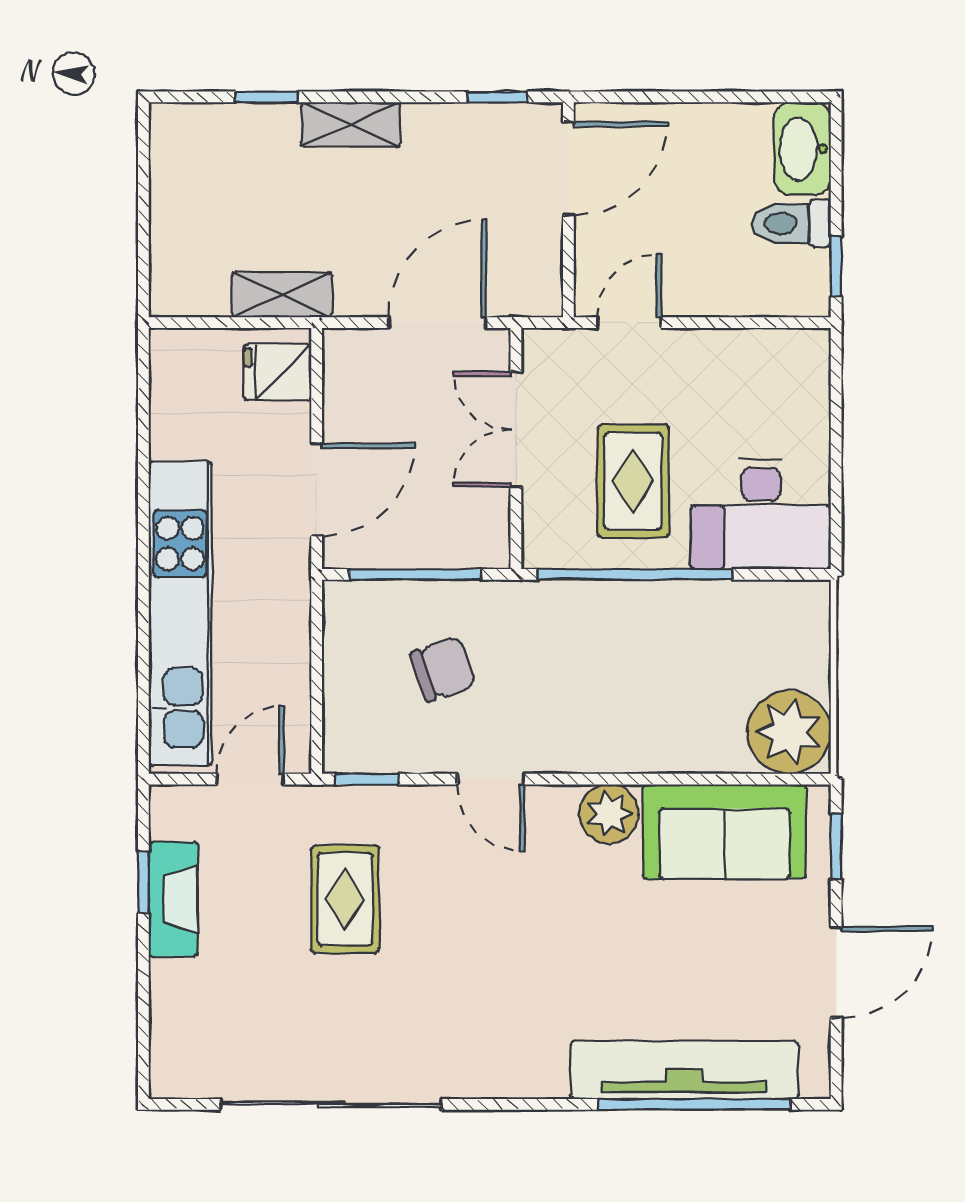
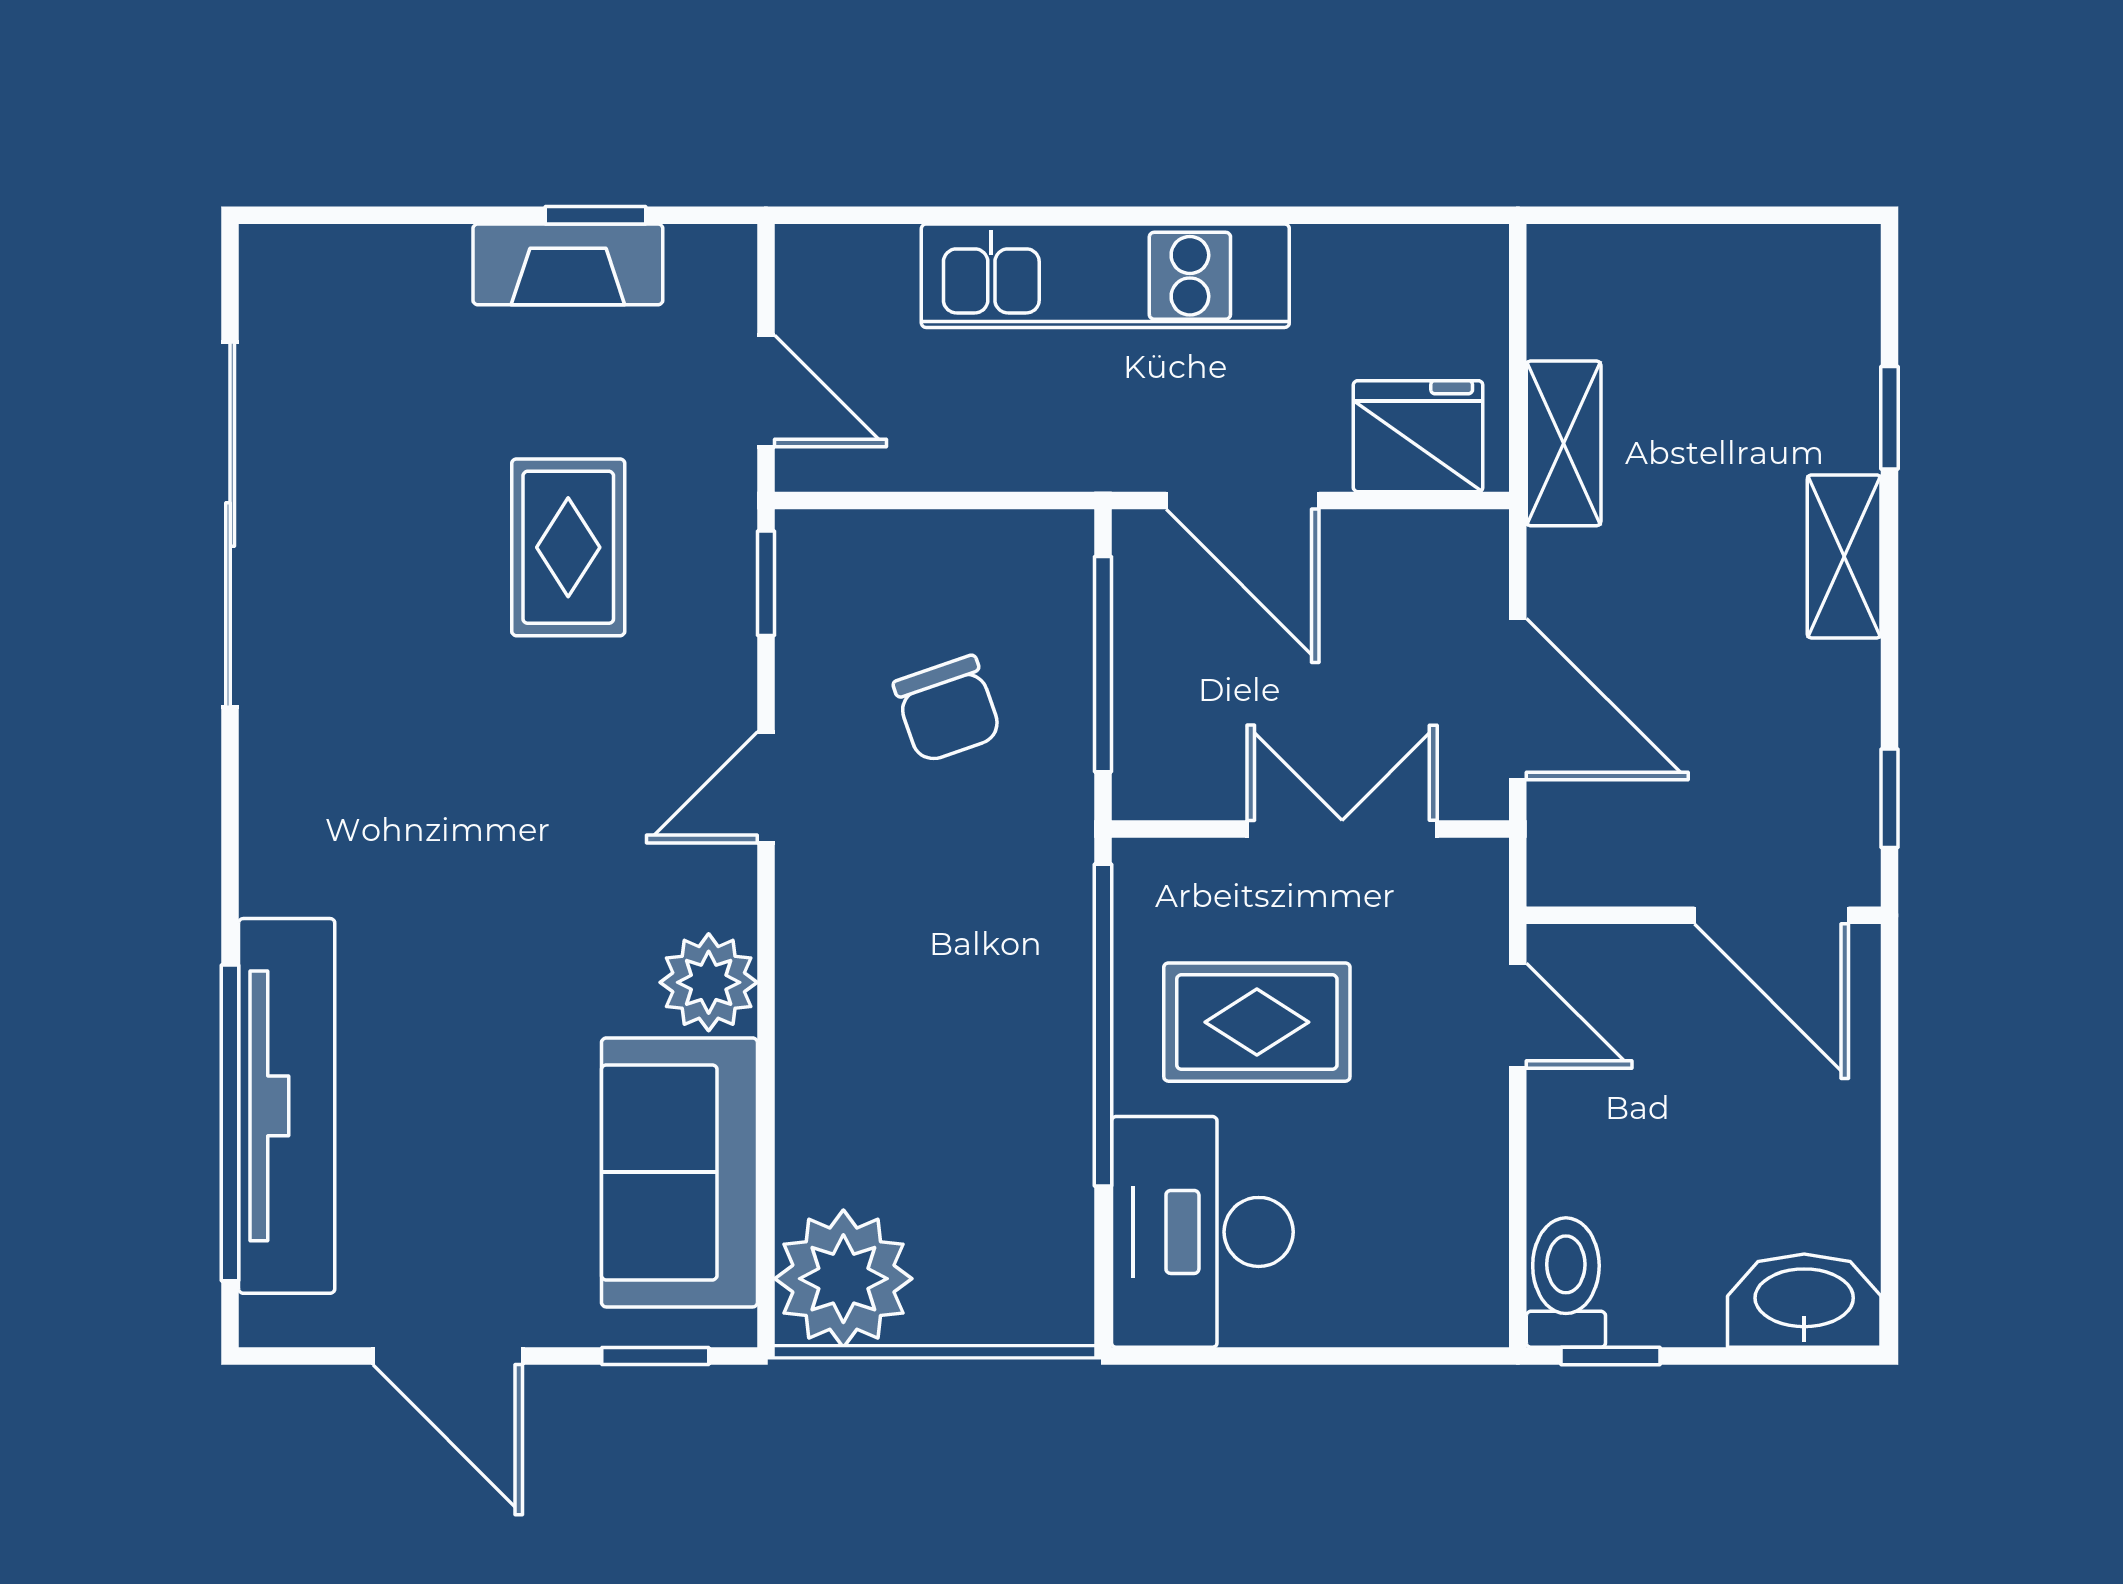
toilet: (791, 223) -> (1566, 1283), moved
fridge: (278, 372) -> (1418, 436), width x1.38
kitchen unit: (180, 614) -> (1105, 276), width x0.73
rug: (345, 899) -> (568, 547), turned 90

